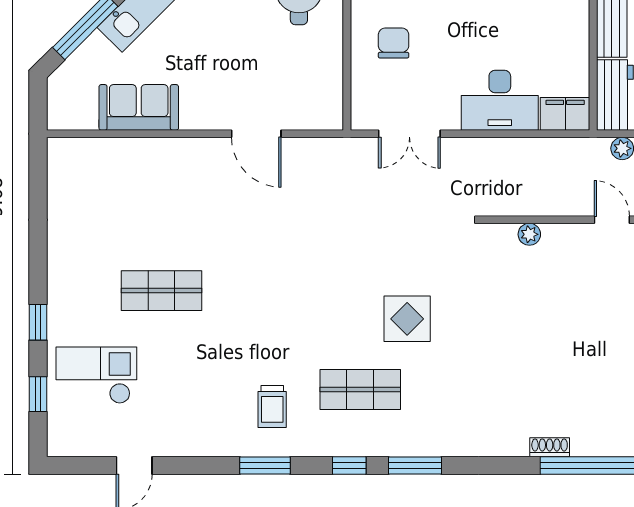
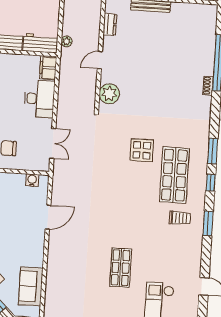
water cooler: (331, 96) -> (32, 180), added
sofa: (139, 107) -> (31, 286), moved
door: (612, 220) -> (100, 60), moved
plant: (529, 234) -> (109, 94), width x1.88, depth x1.88
shop shelf: (360, 389) -> (174, 175), width x1.43, depth x1.36

